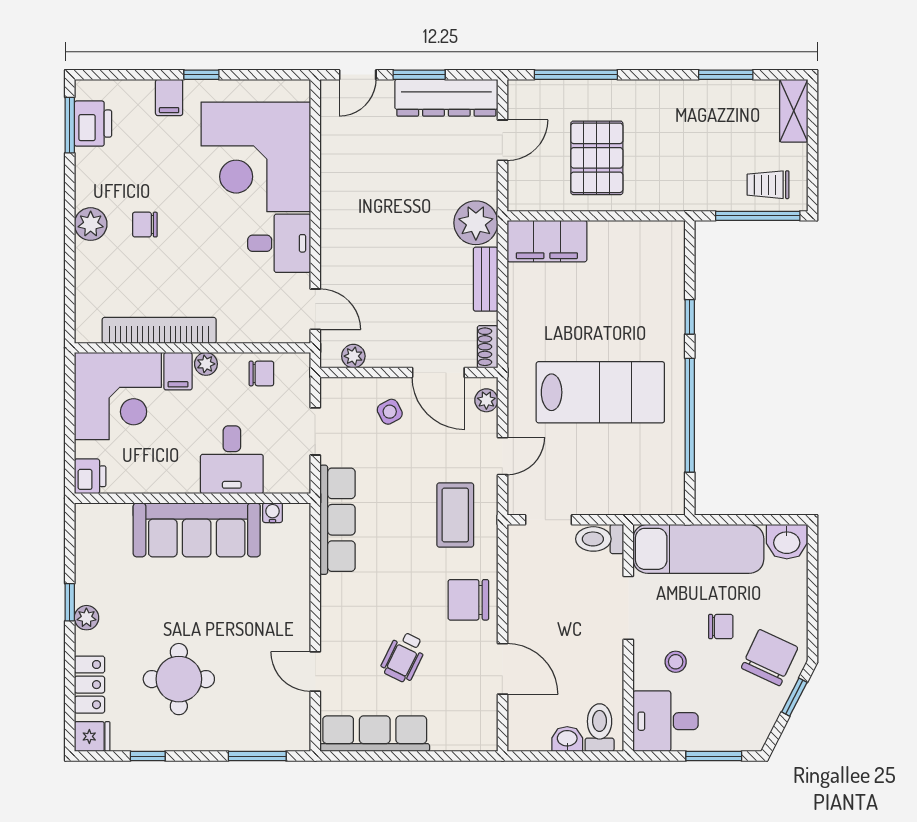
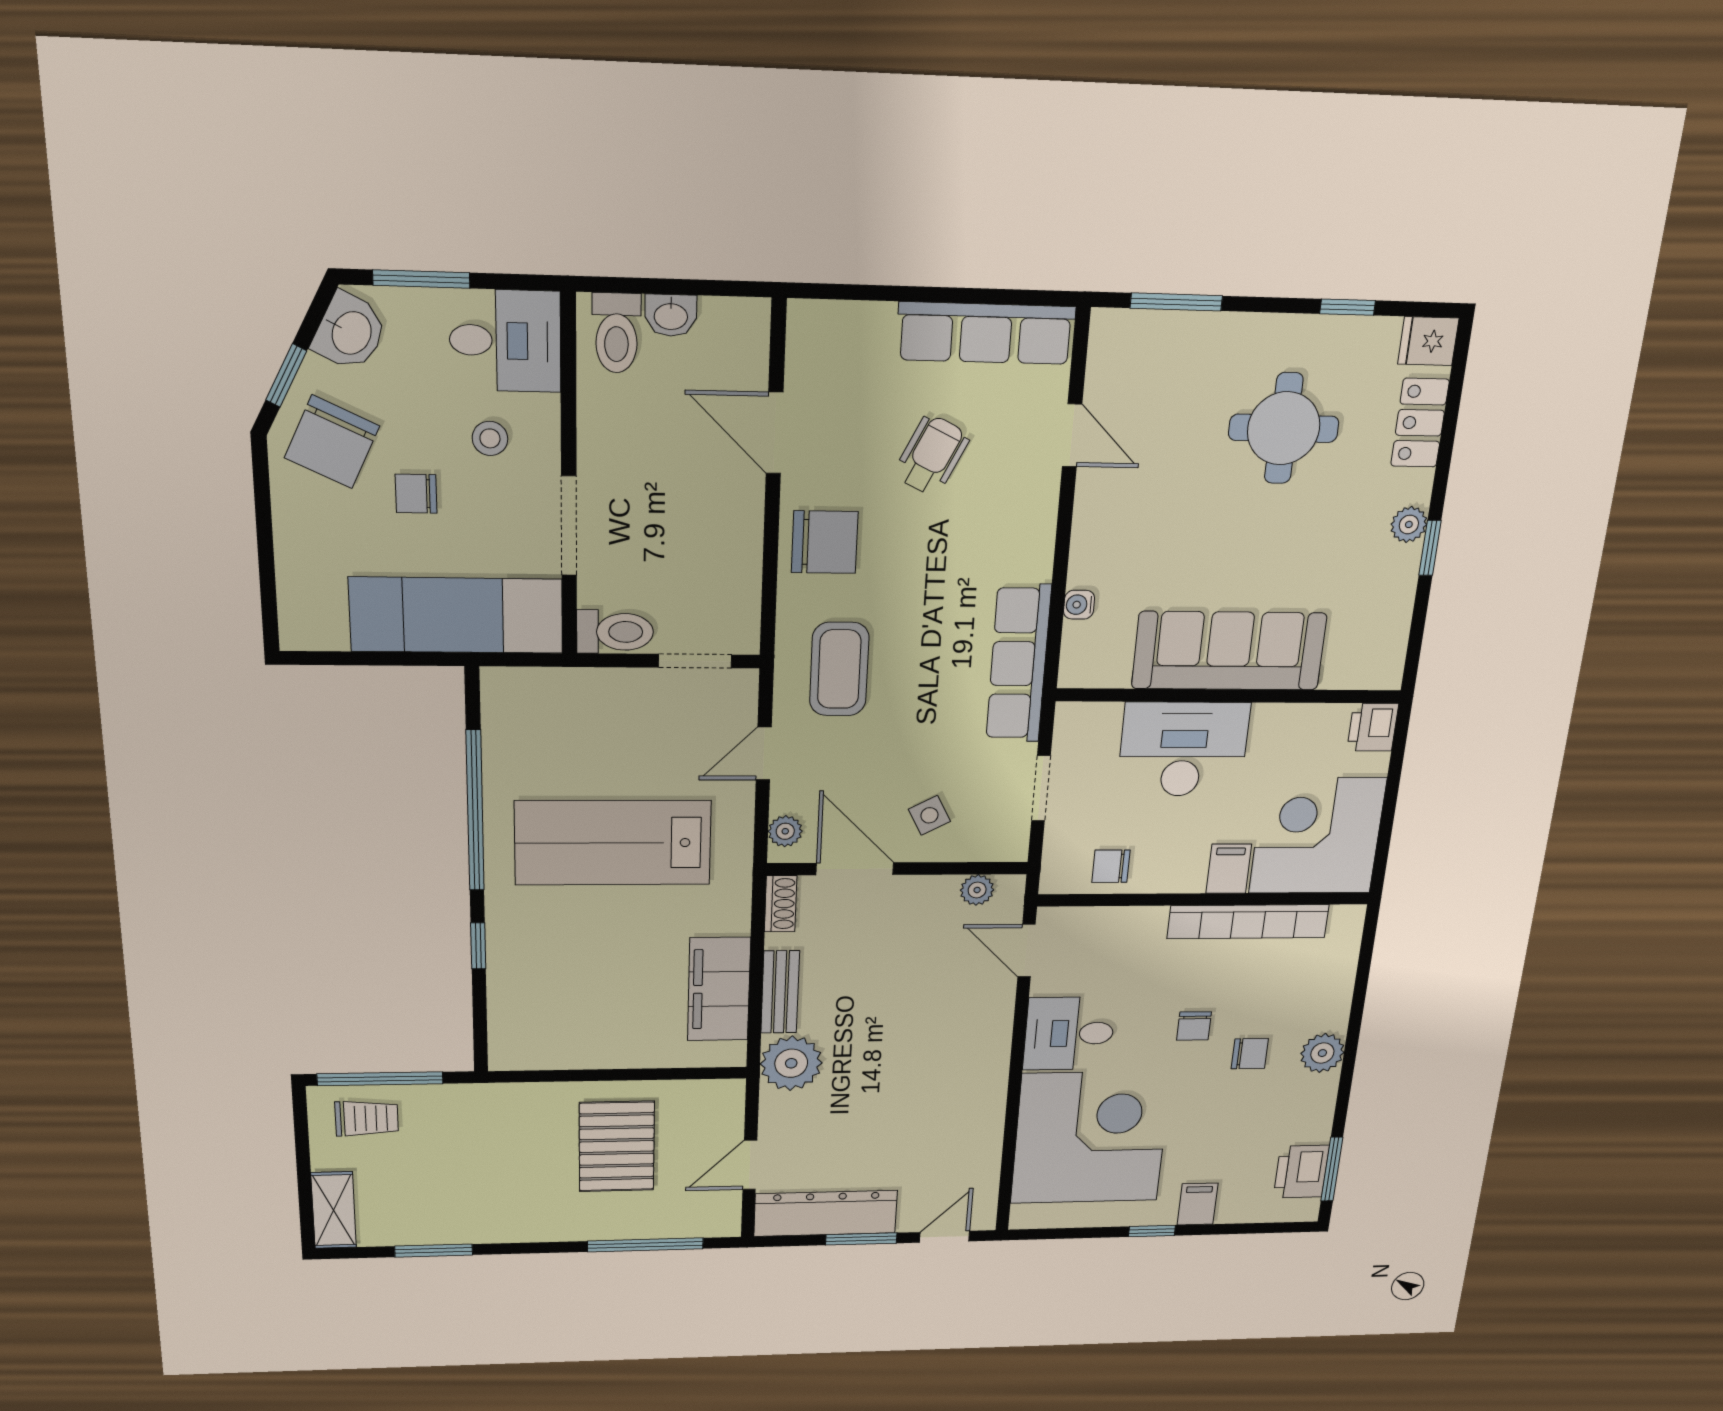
filing cabinet: (547, 241) -> (719, 989), moved, turned -90
chair: (189, 248) -> (1194, 1026), added
plant: (206, 364) -> (1188, 879), removed
desk: (232, 460) -> (1183, 749), width x1.37
water cooler: (273, 513) -> (1079, 605), moved, turned 90
washbasin: (787, 542) -> (350, 332), moved, turned 117

